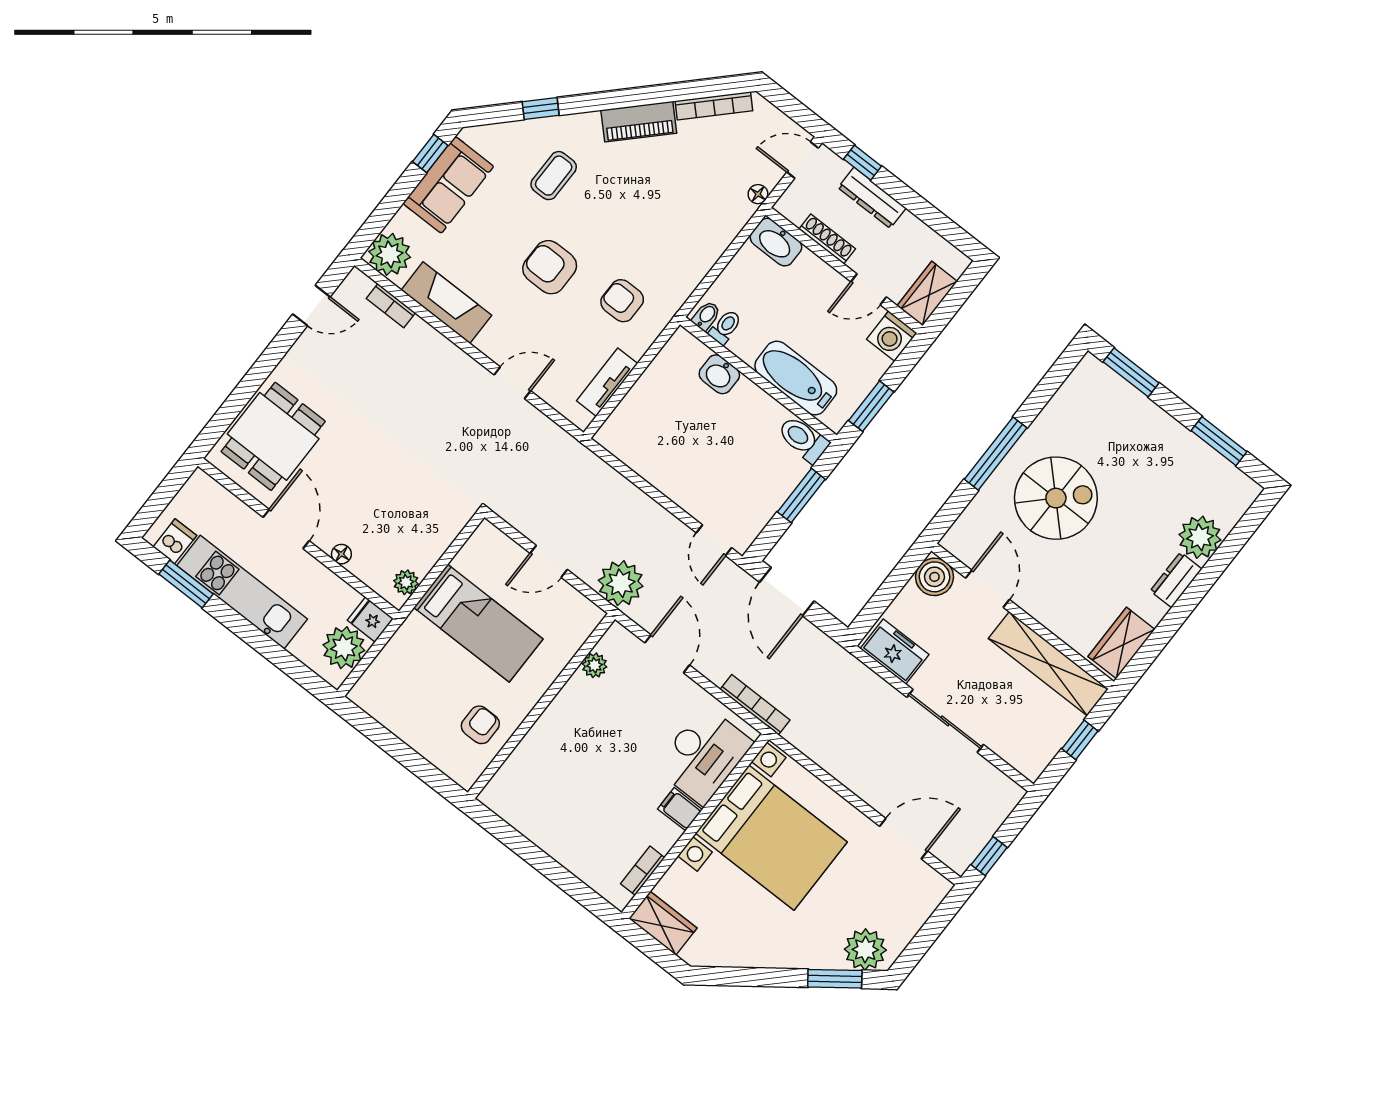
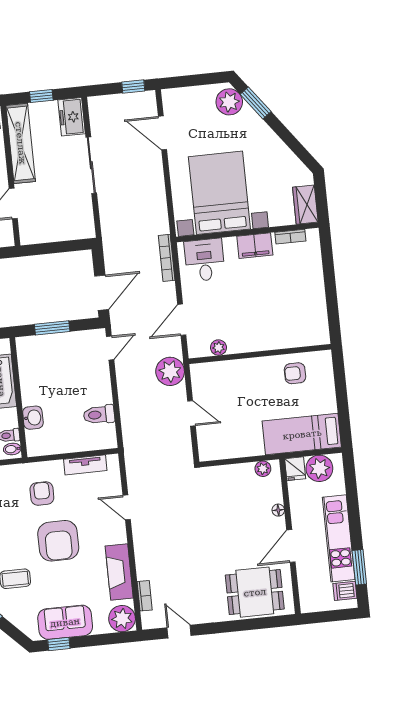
armchair: (550, 267) -> (58, 541), width x1.36, depth x1.36
armchair: (622, 301) -> (42, 493), turned 180
toilet: (803, 439) -> (99, 415), moved, turned 90
boiler: (934, 577) -> (31, 233), removed
bed: (478, 623) -> (302, 434), moved, turned -90
freezer: (894, 652) -> (72, 117), moved
desk: (704, 755) -> (205, 260), width x0.73
filing cabinet: (680, 809) -> (255, 246), width x2.00

